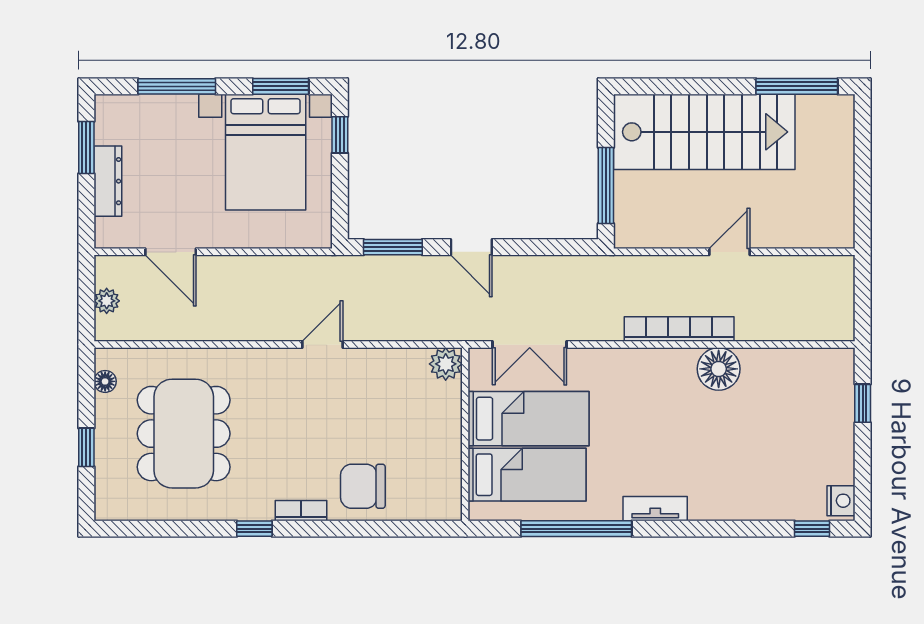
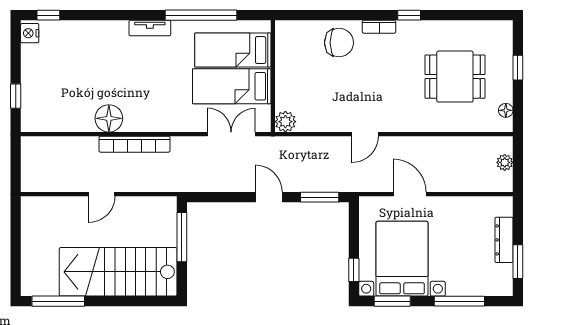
door: (171, 252) -> (410, 194), moved
dining table: (184, 434) -> (455, 77), width x0.73

